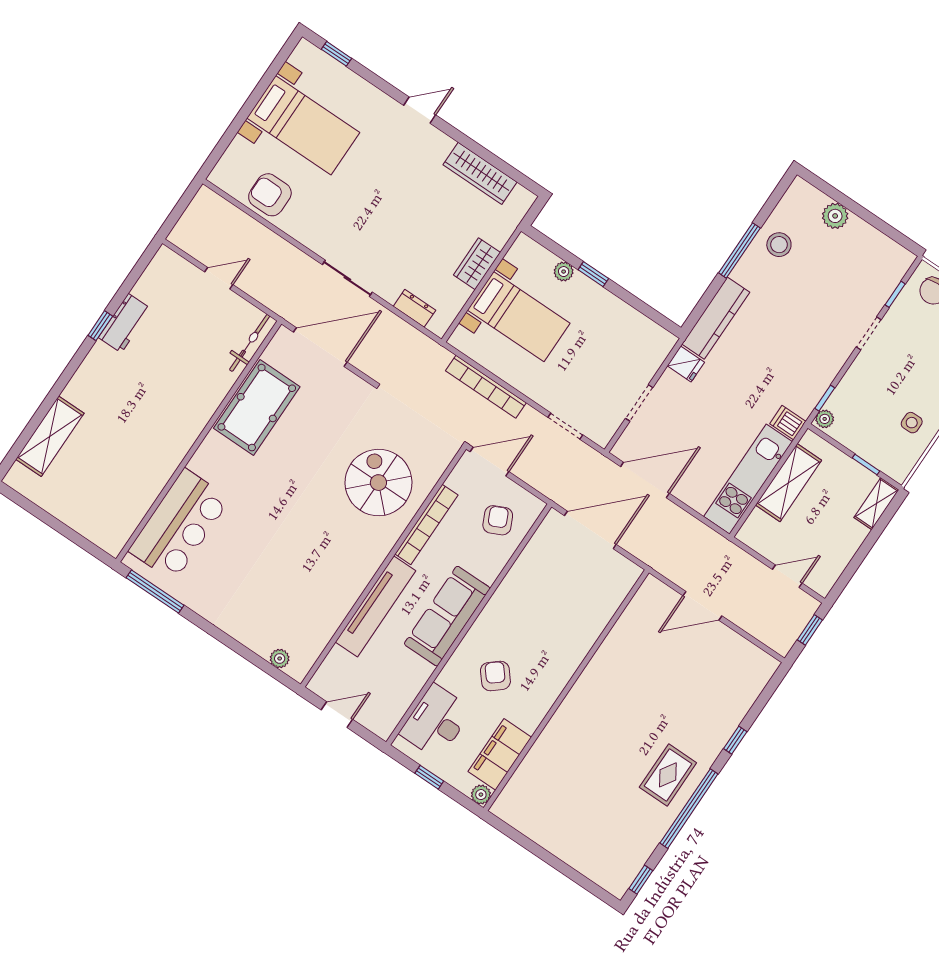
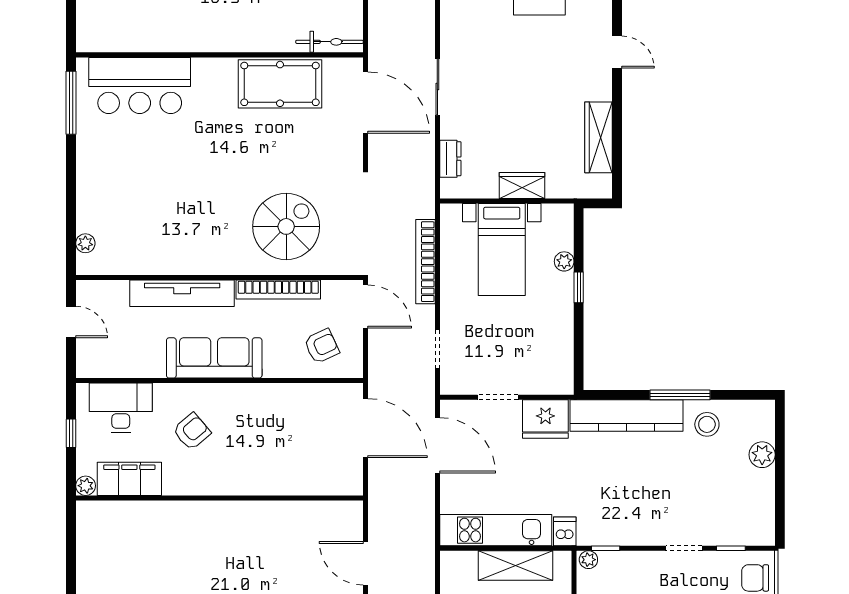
kitchen counter: (716, 318) -> (627, 416), width x1.39, depth x1.17
fridge: (686, 364) -> (545, 419), width x1.88, depth x1.34

